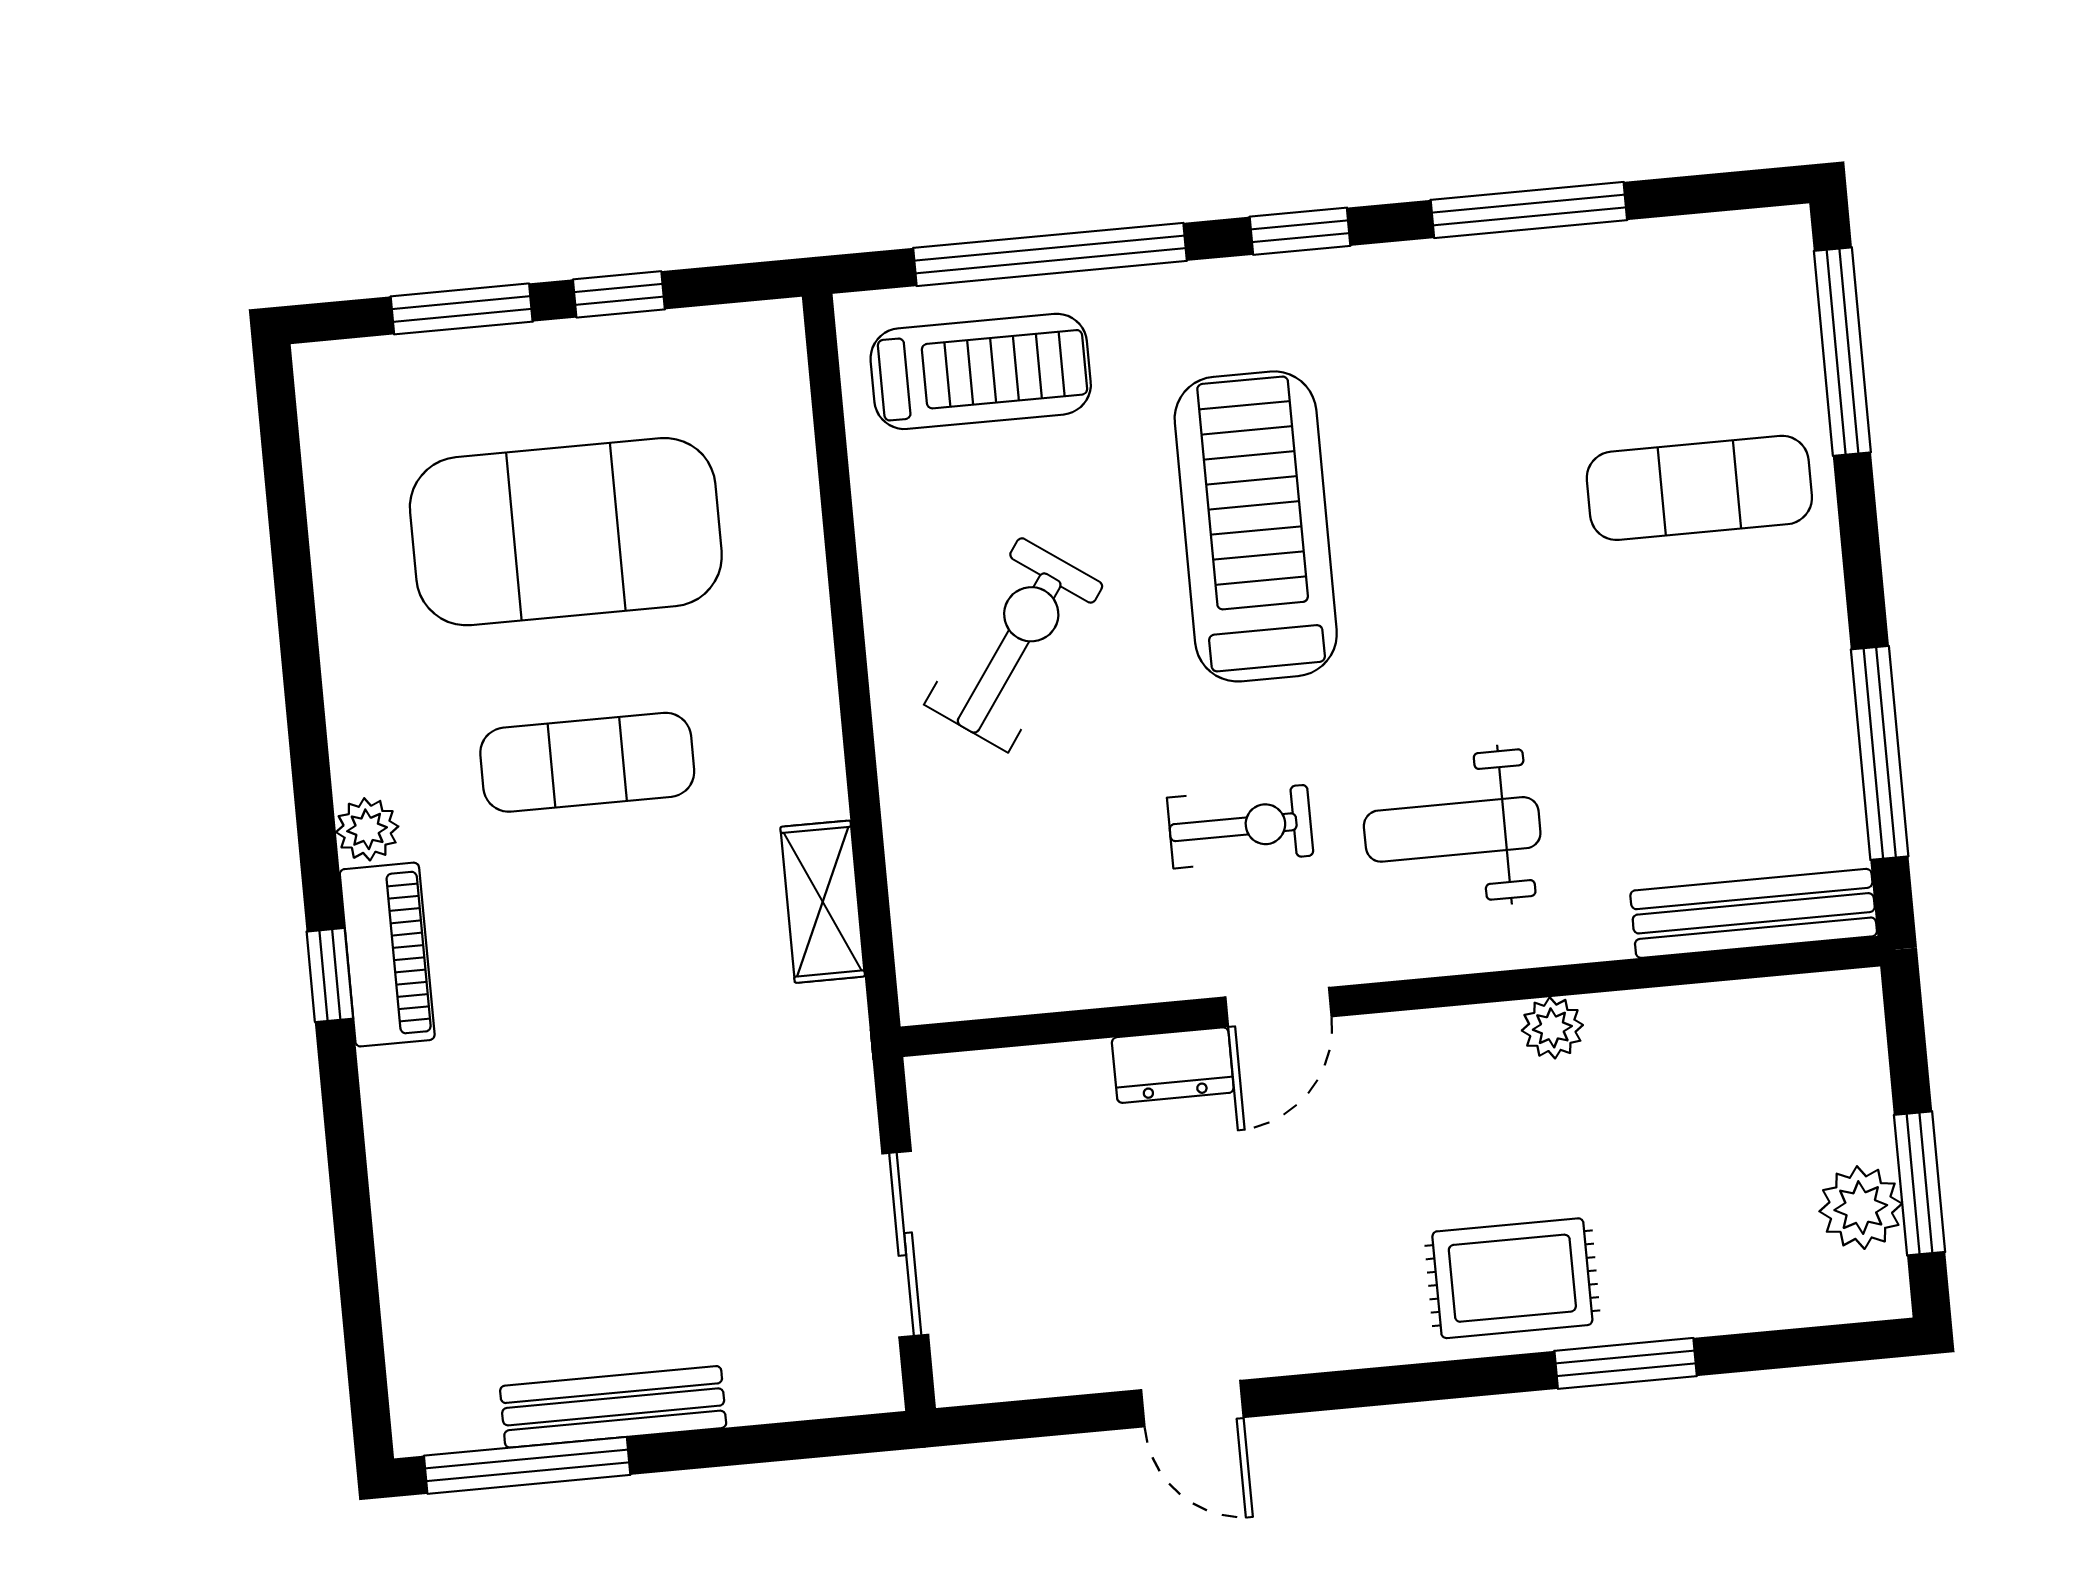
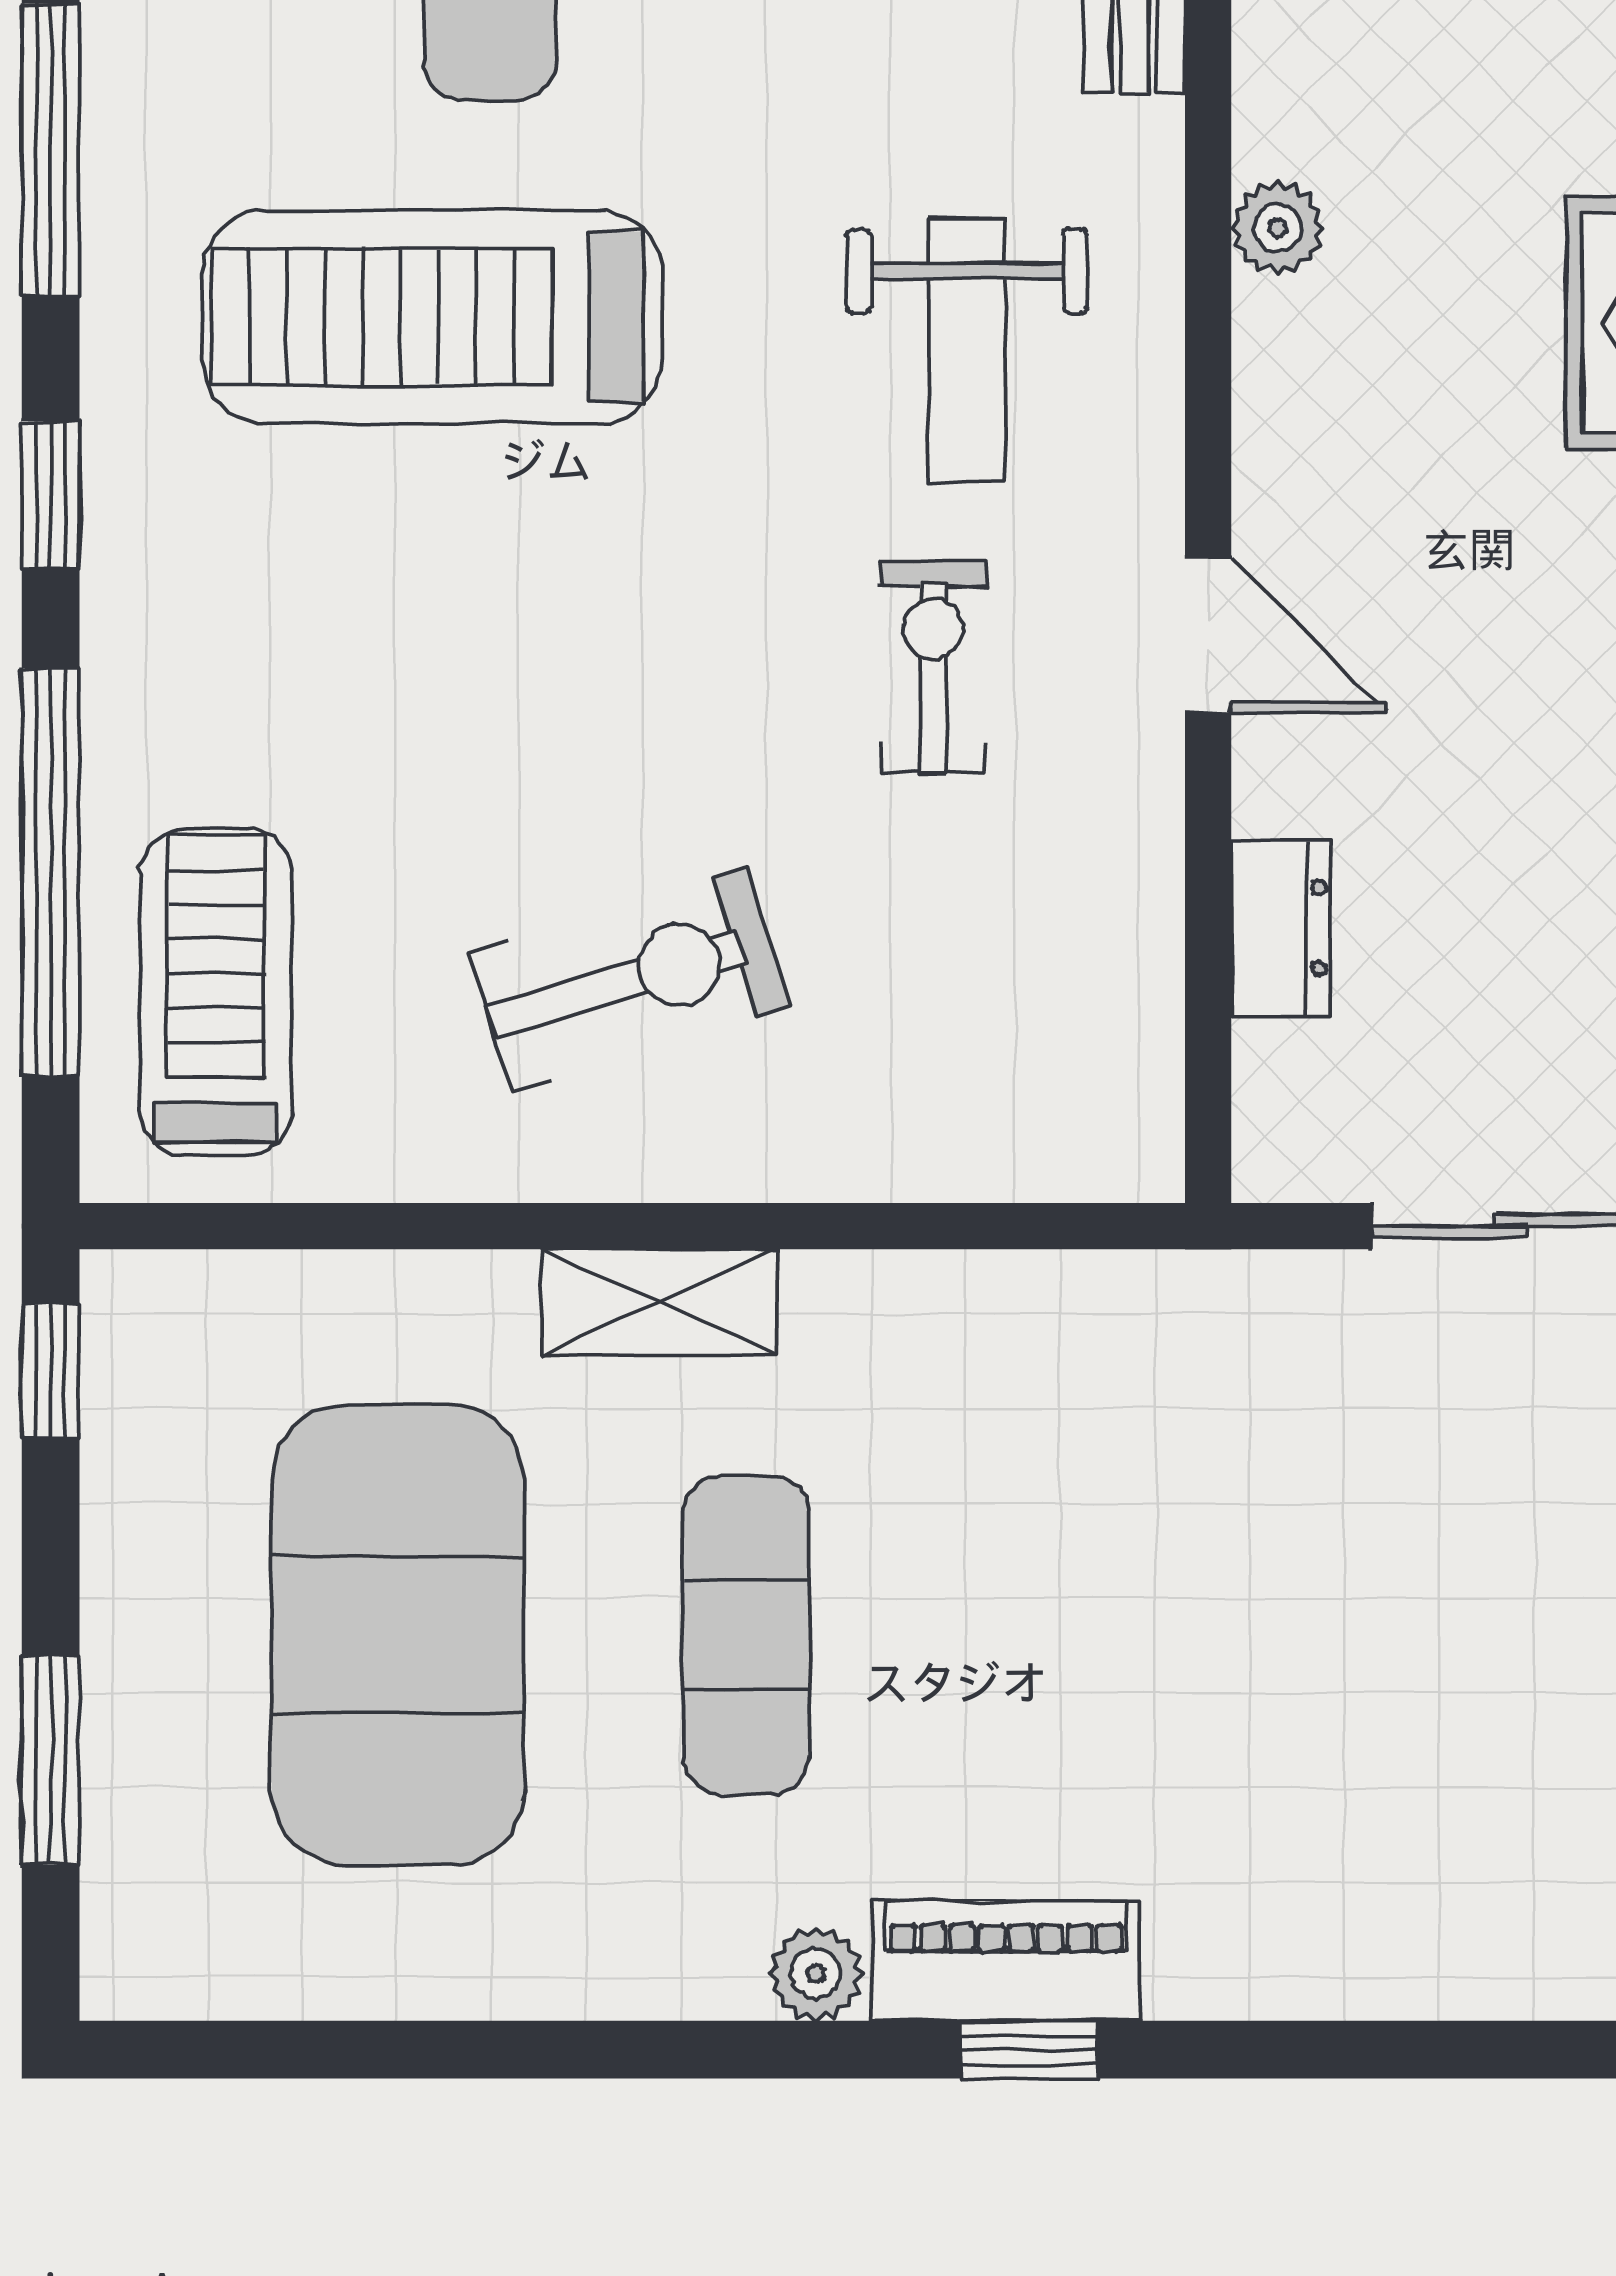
window: (619, 294) -> (51, 1371), moved
treadmill: (1256, 526) -> (432, 317), moved
exercise bike: (1014, 645) -> (629, 980), turned 128
shelving: (823, 902) -> (659, 1302), moved
dresser: (1173, 1065) -> (1281, 928), moved

